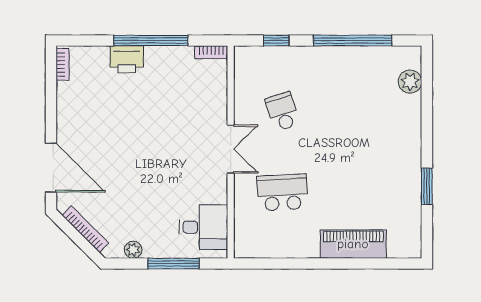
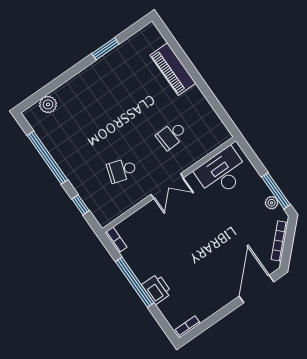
school desk: (282, 112) -> (122, 170), turned 36
double door: (231, 149) -> (167, 186), swing flipped
school desk: (282, 192) -> (172, 135), width x0.54
desk: (203, 227) -> (222, 173), width x1.37
window: (174, 264) -> (276, 191), moved

